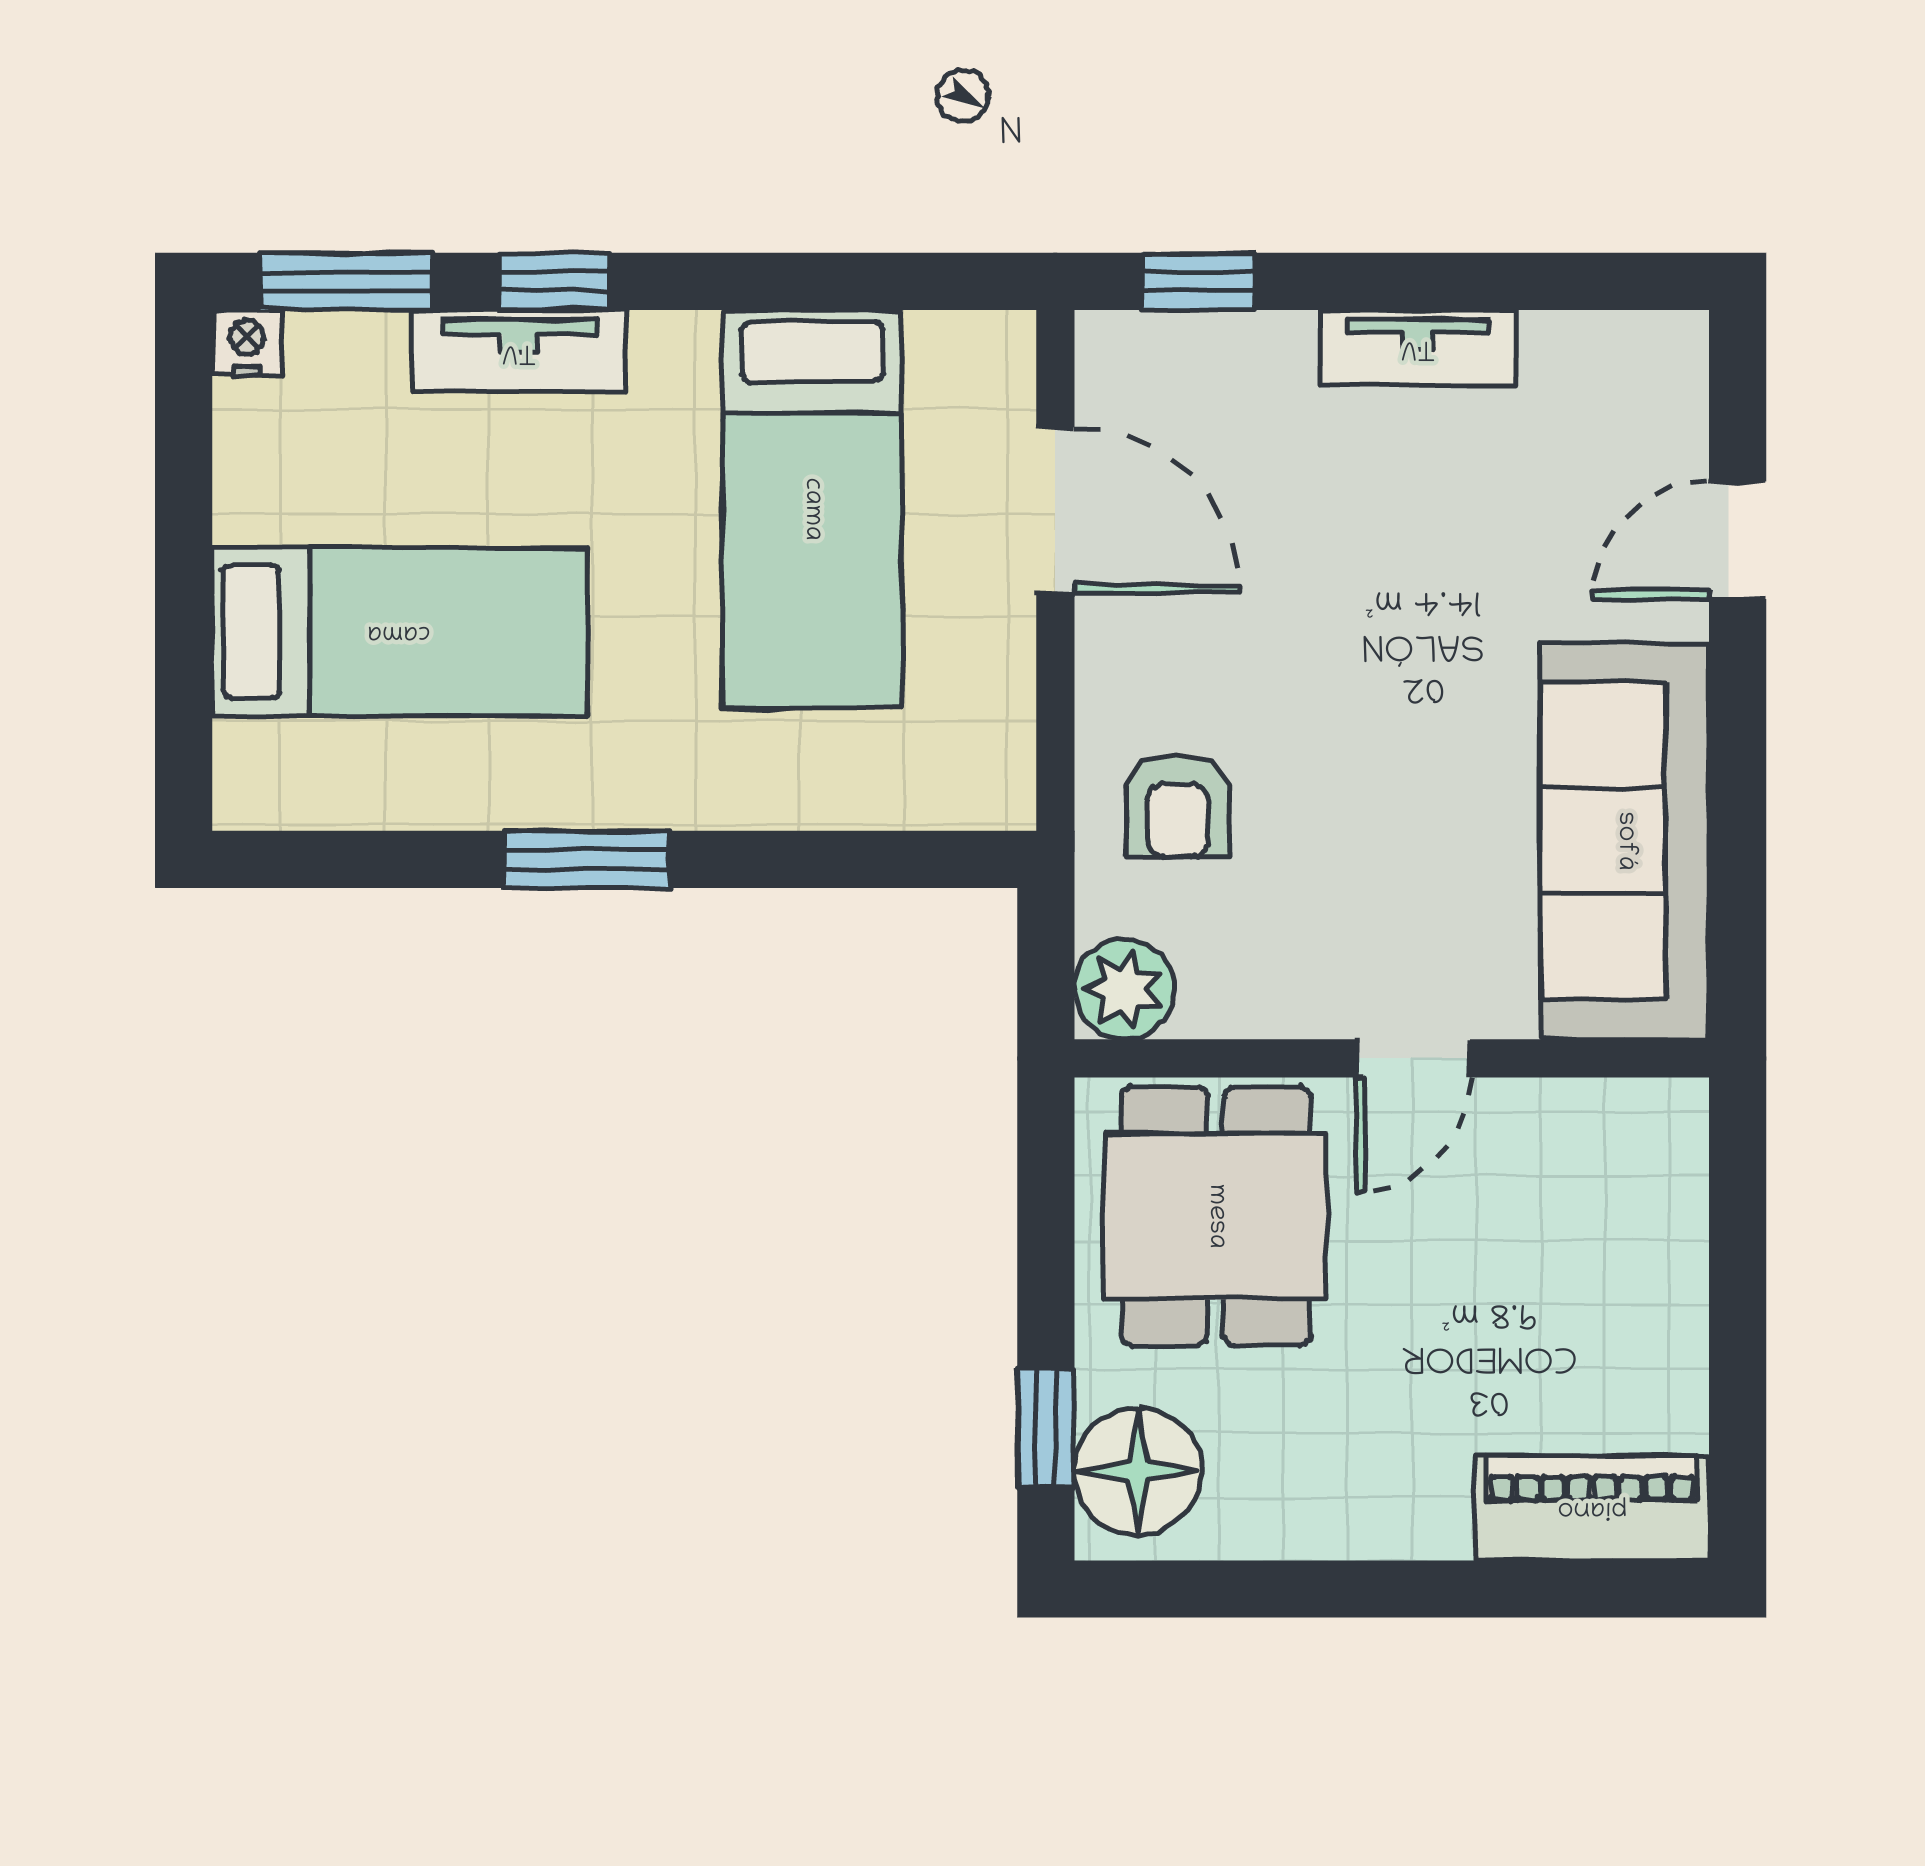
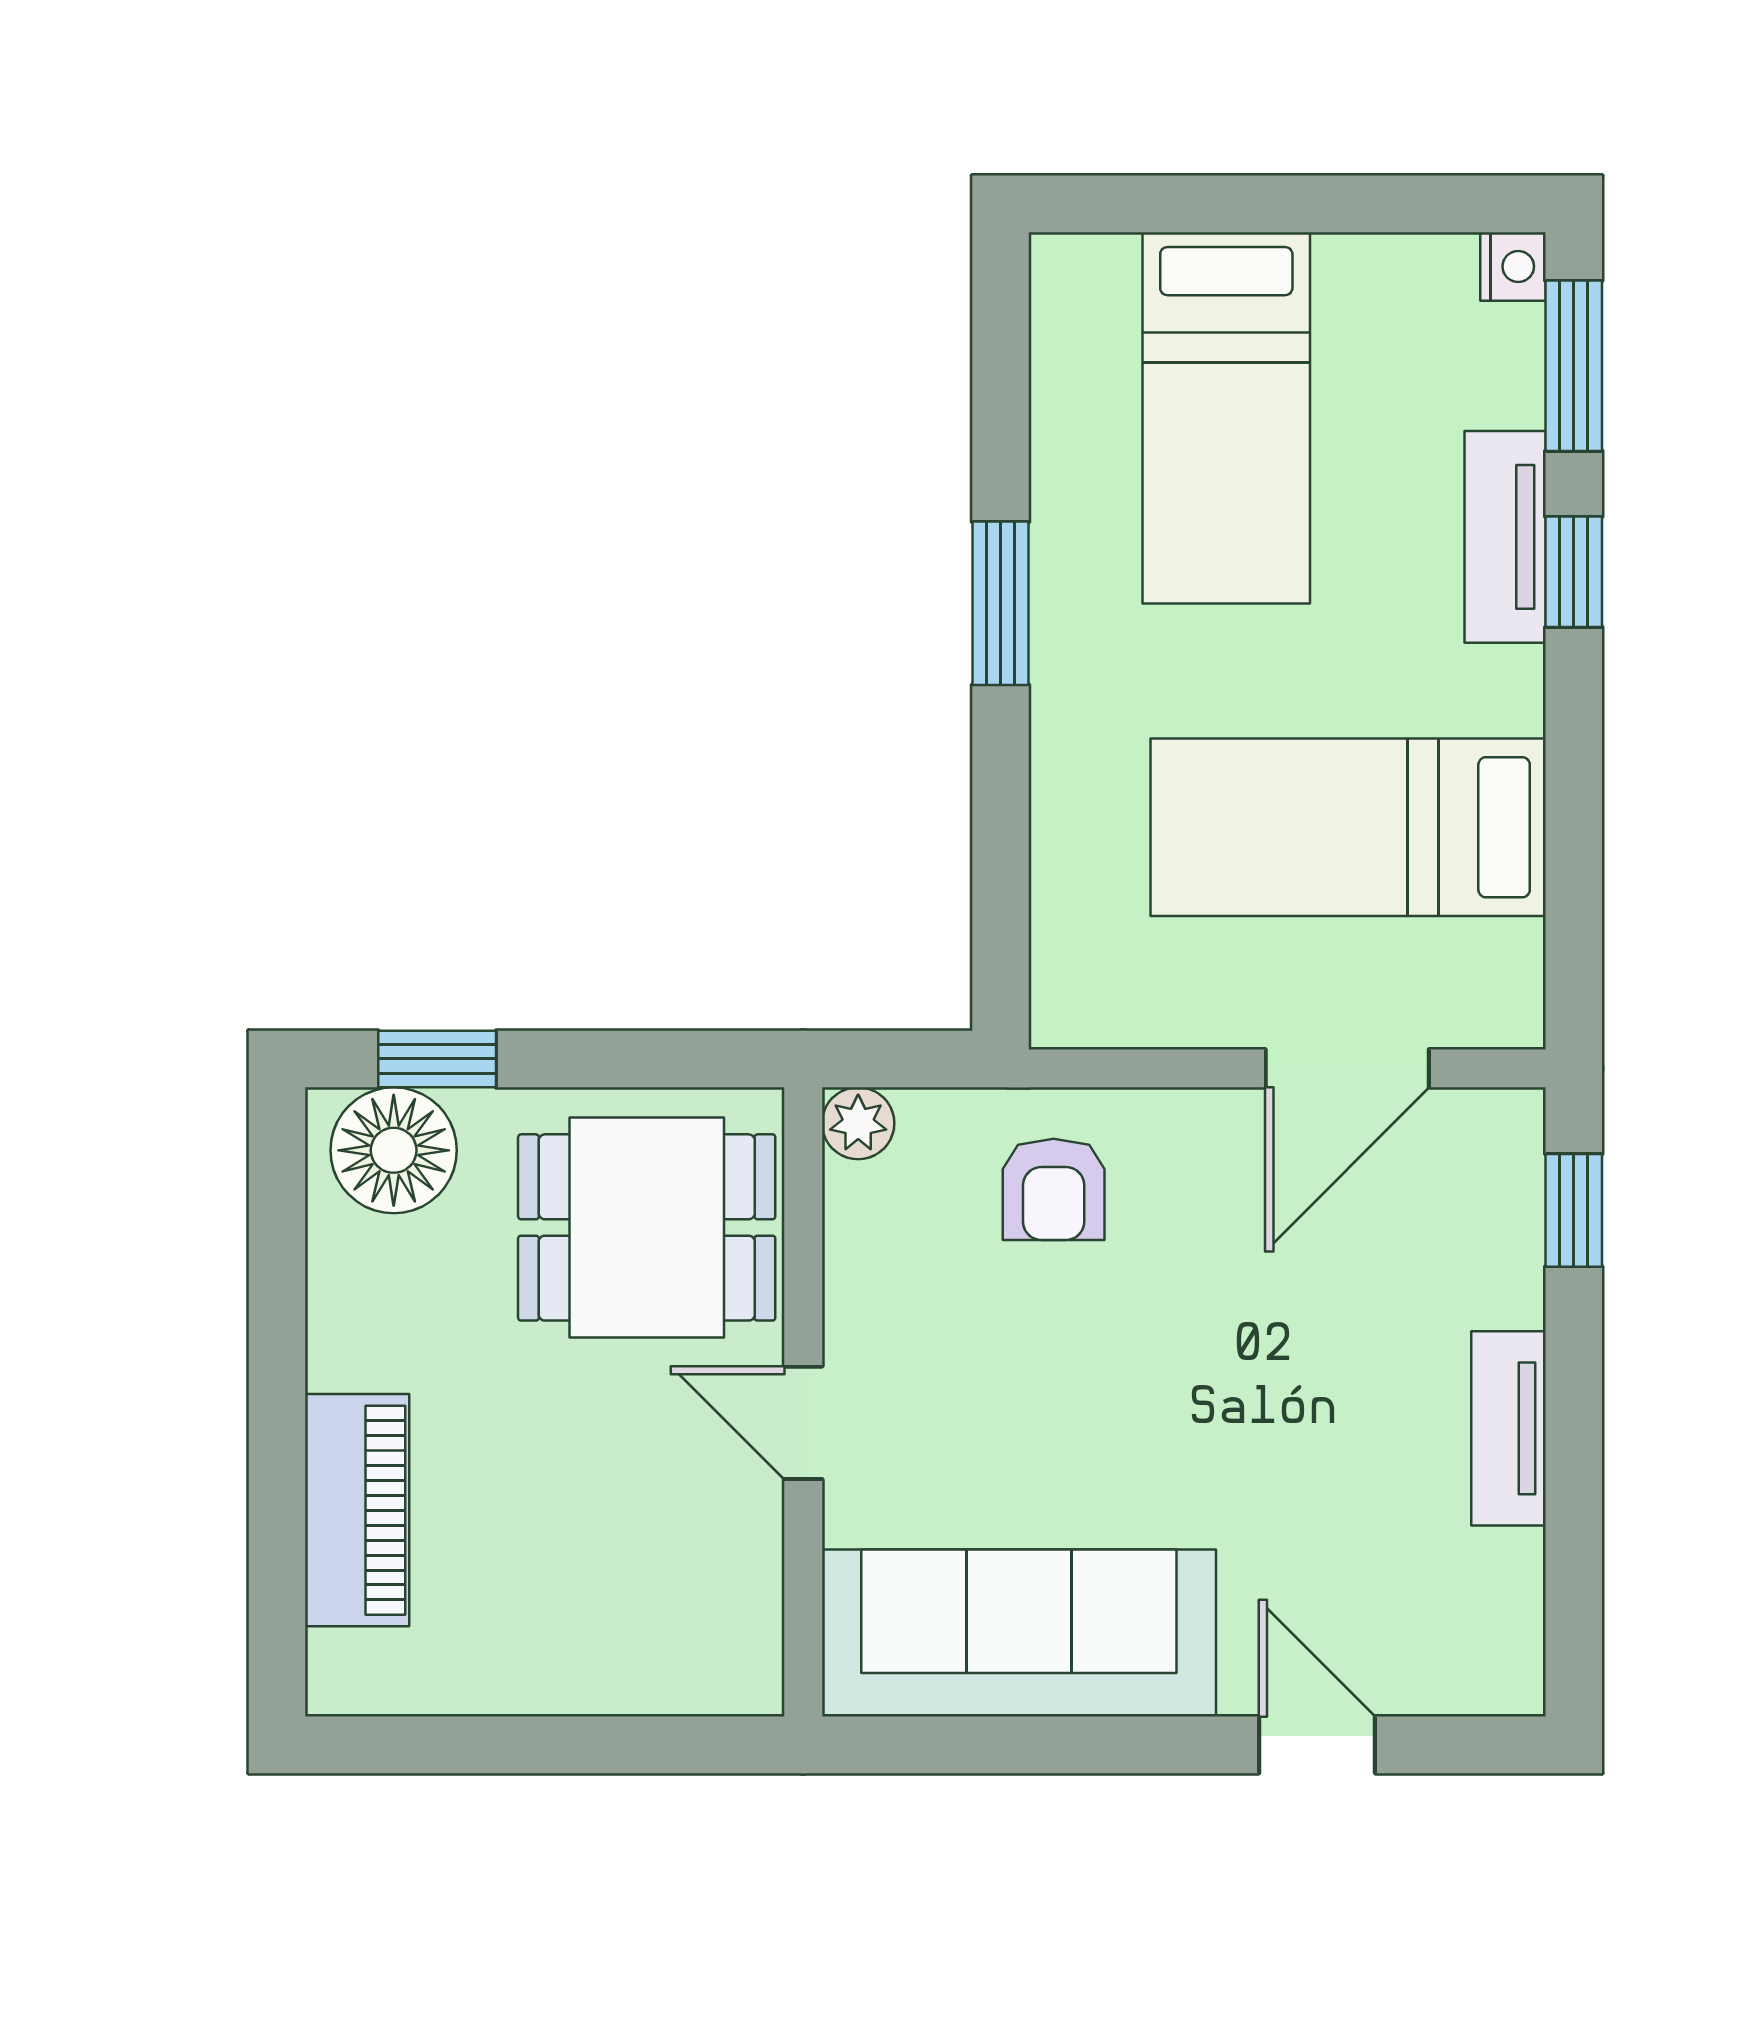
armchair: (1177, 806) -> (1054, 1189), turned -90
plant: (1124, 989) -> (858, 1123), width x0.73, depth x0.73
piano: (1592, 1508) -> (357, 1510), moved

